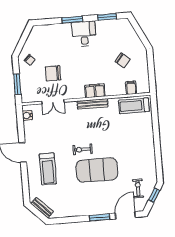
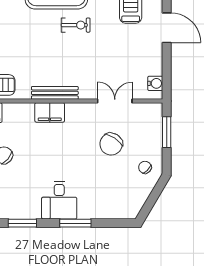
chair: (53, 73) -> (111, 144), turned 123

